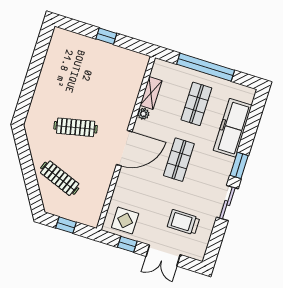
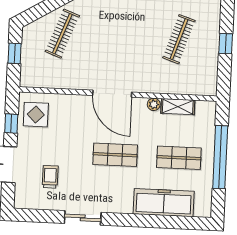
clothes rail: (76, 127) -> (179, 39), moved, turned 30
window: (239, 165) -> (126, 220), removed
trolley: (183, 222) -> (50, 177), width x0.73, depth x0.72

